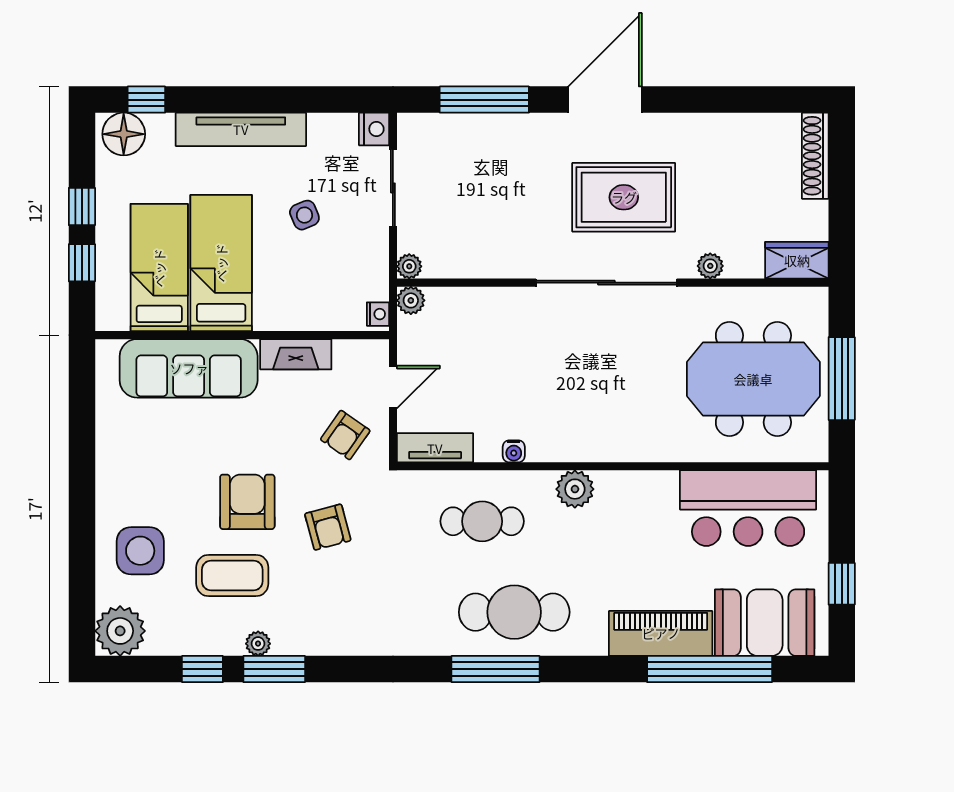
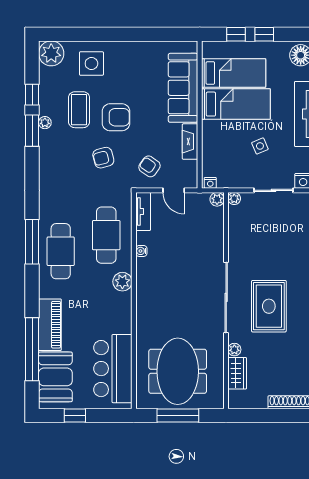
wardrobe: (797, 260) -> (237, 373), moved
cafe table: (482, 521) -> (106, 235), width x1.37, depth x1.35

